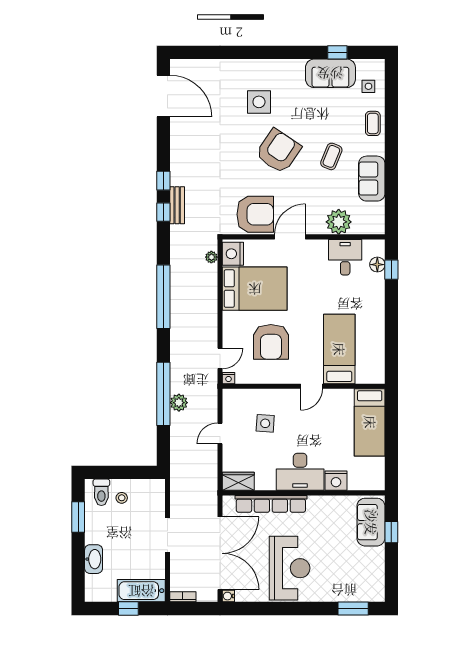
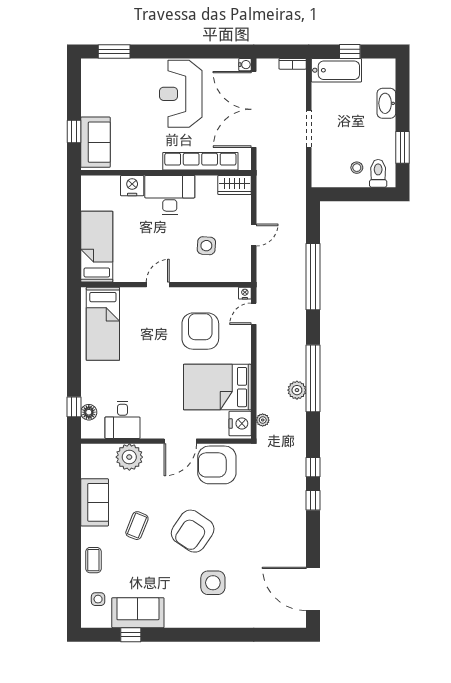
bench: (177, 205) -> (299, 474), removed
bed: (339, 349) -> (103, 324), moved
plant: (179, 403) -> (297, 390), moved

